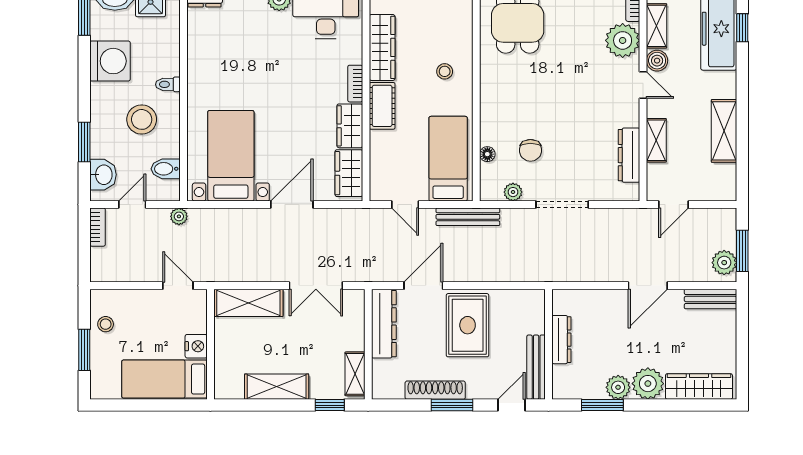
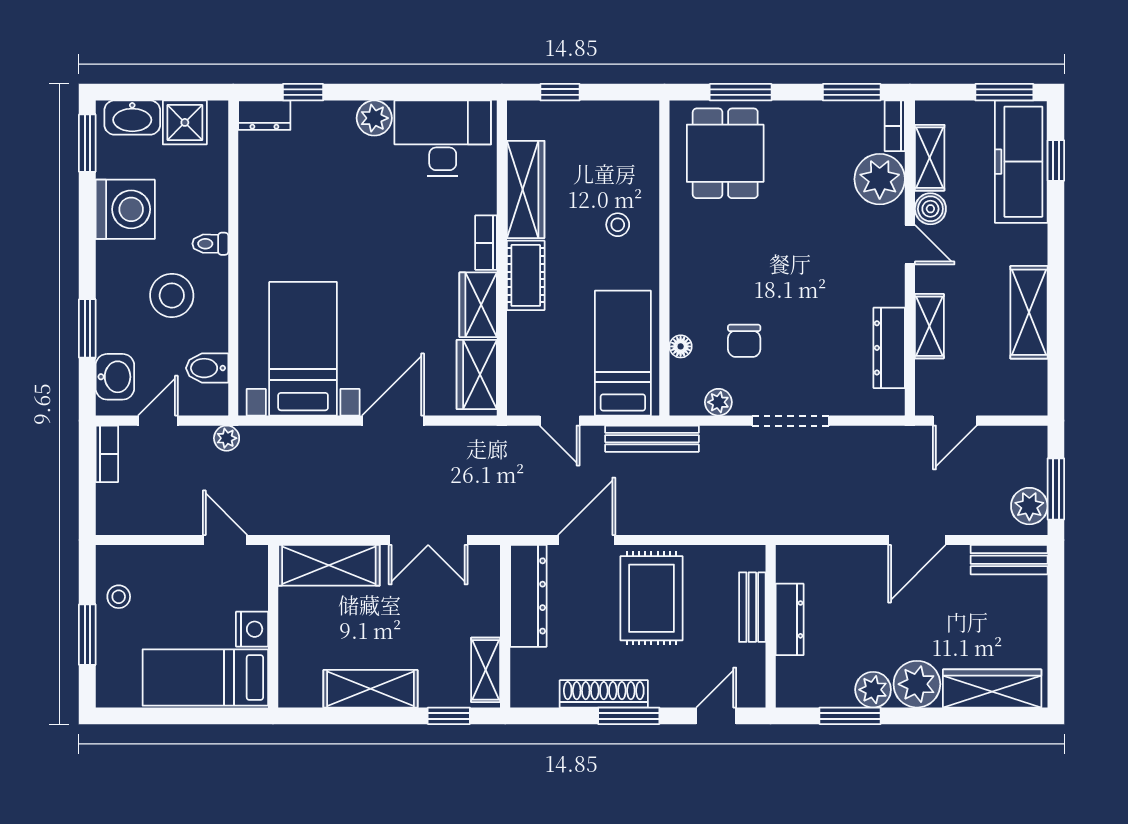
bench: (536, 367) -> (752, 607), moved, width x0.73

